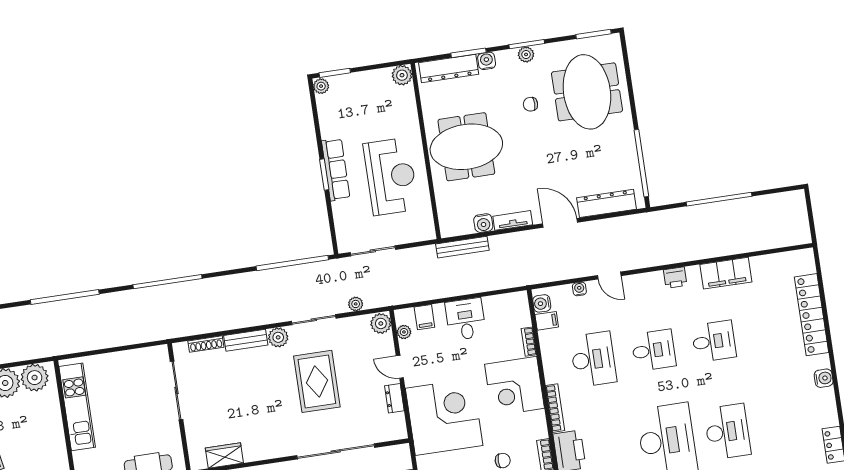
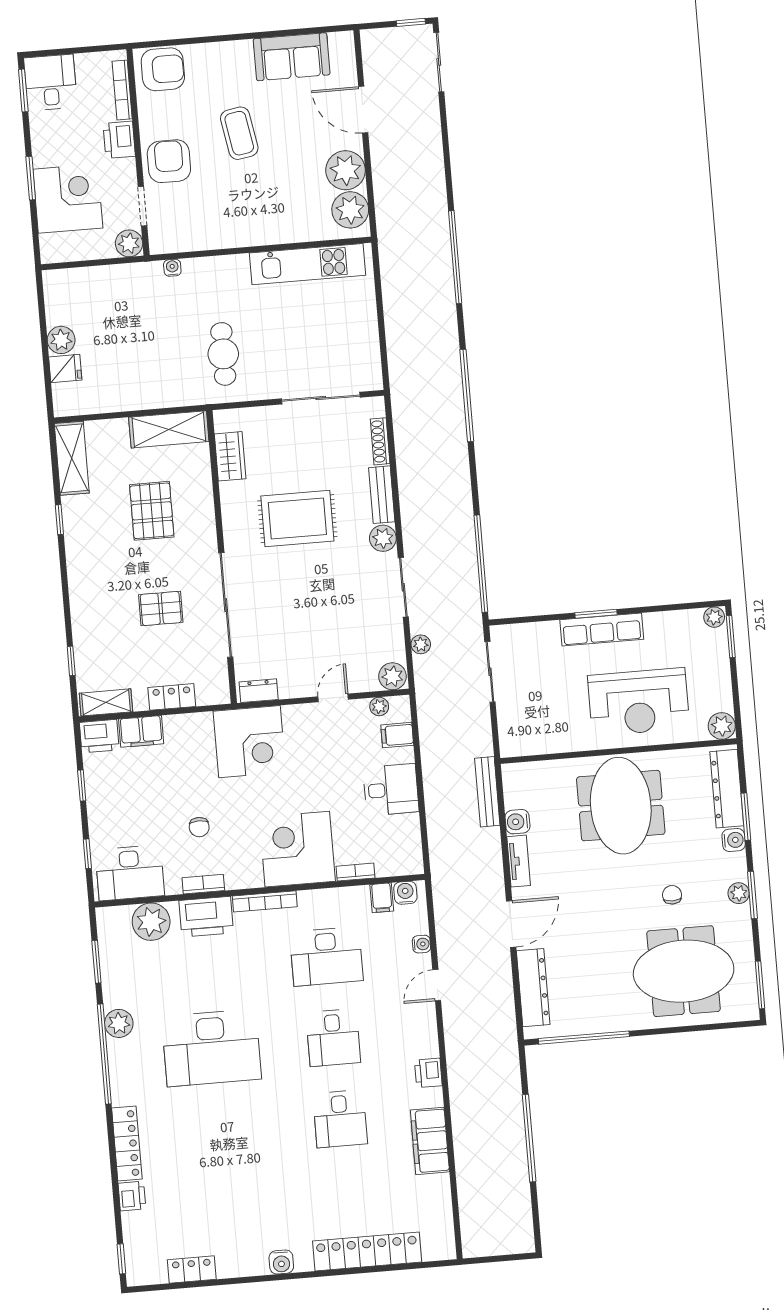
reception desk: (391, 176) -> (639, 702), moved
rug: (317, 381) -> (297, 519), moved
dresser: (394, 398) -> (259, 691), moved
corner desk: (444, 417) -> (249, 742), width x0.74, depth x0.74
desk: (727, 432) -> (218, 1129), removed

